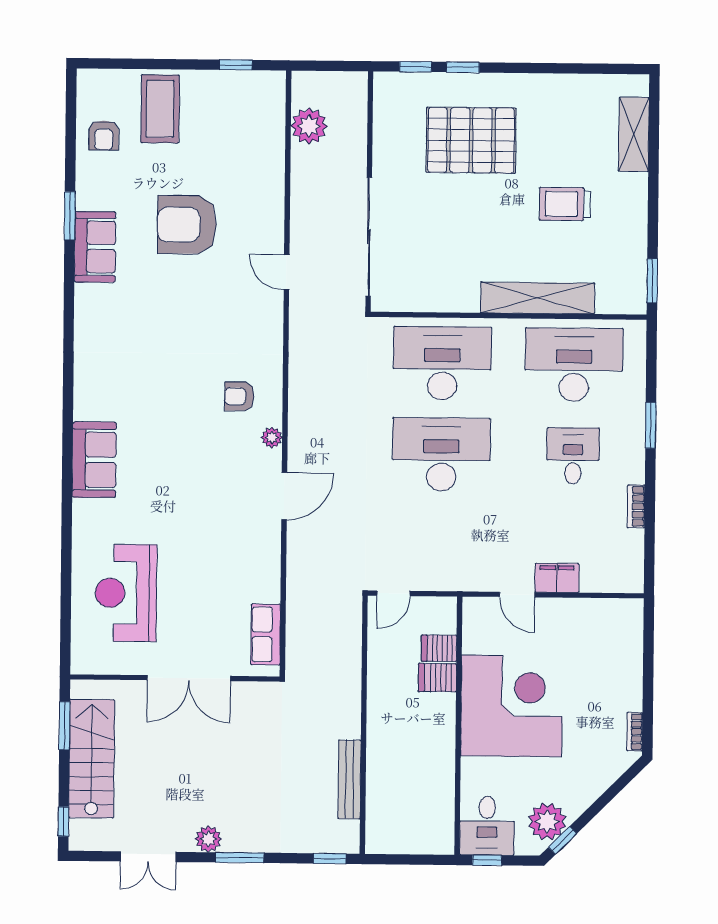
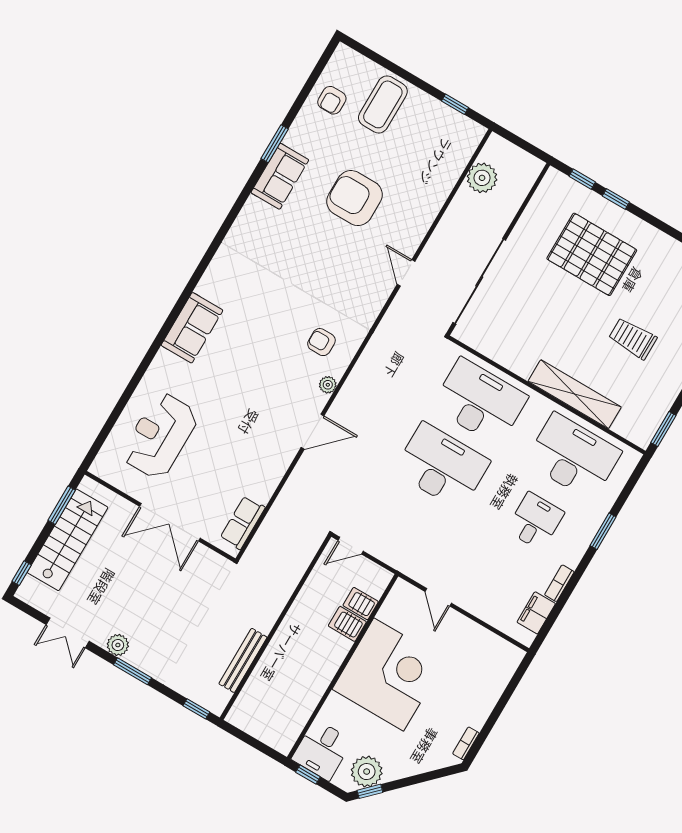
filing cabinet: (557, 578) -> (536, 613), moved, turned -90

